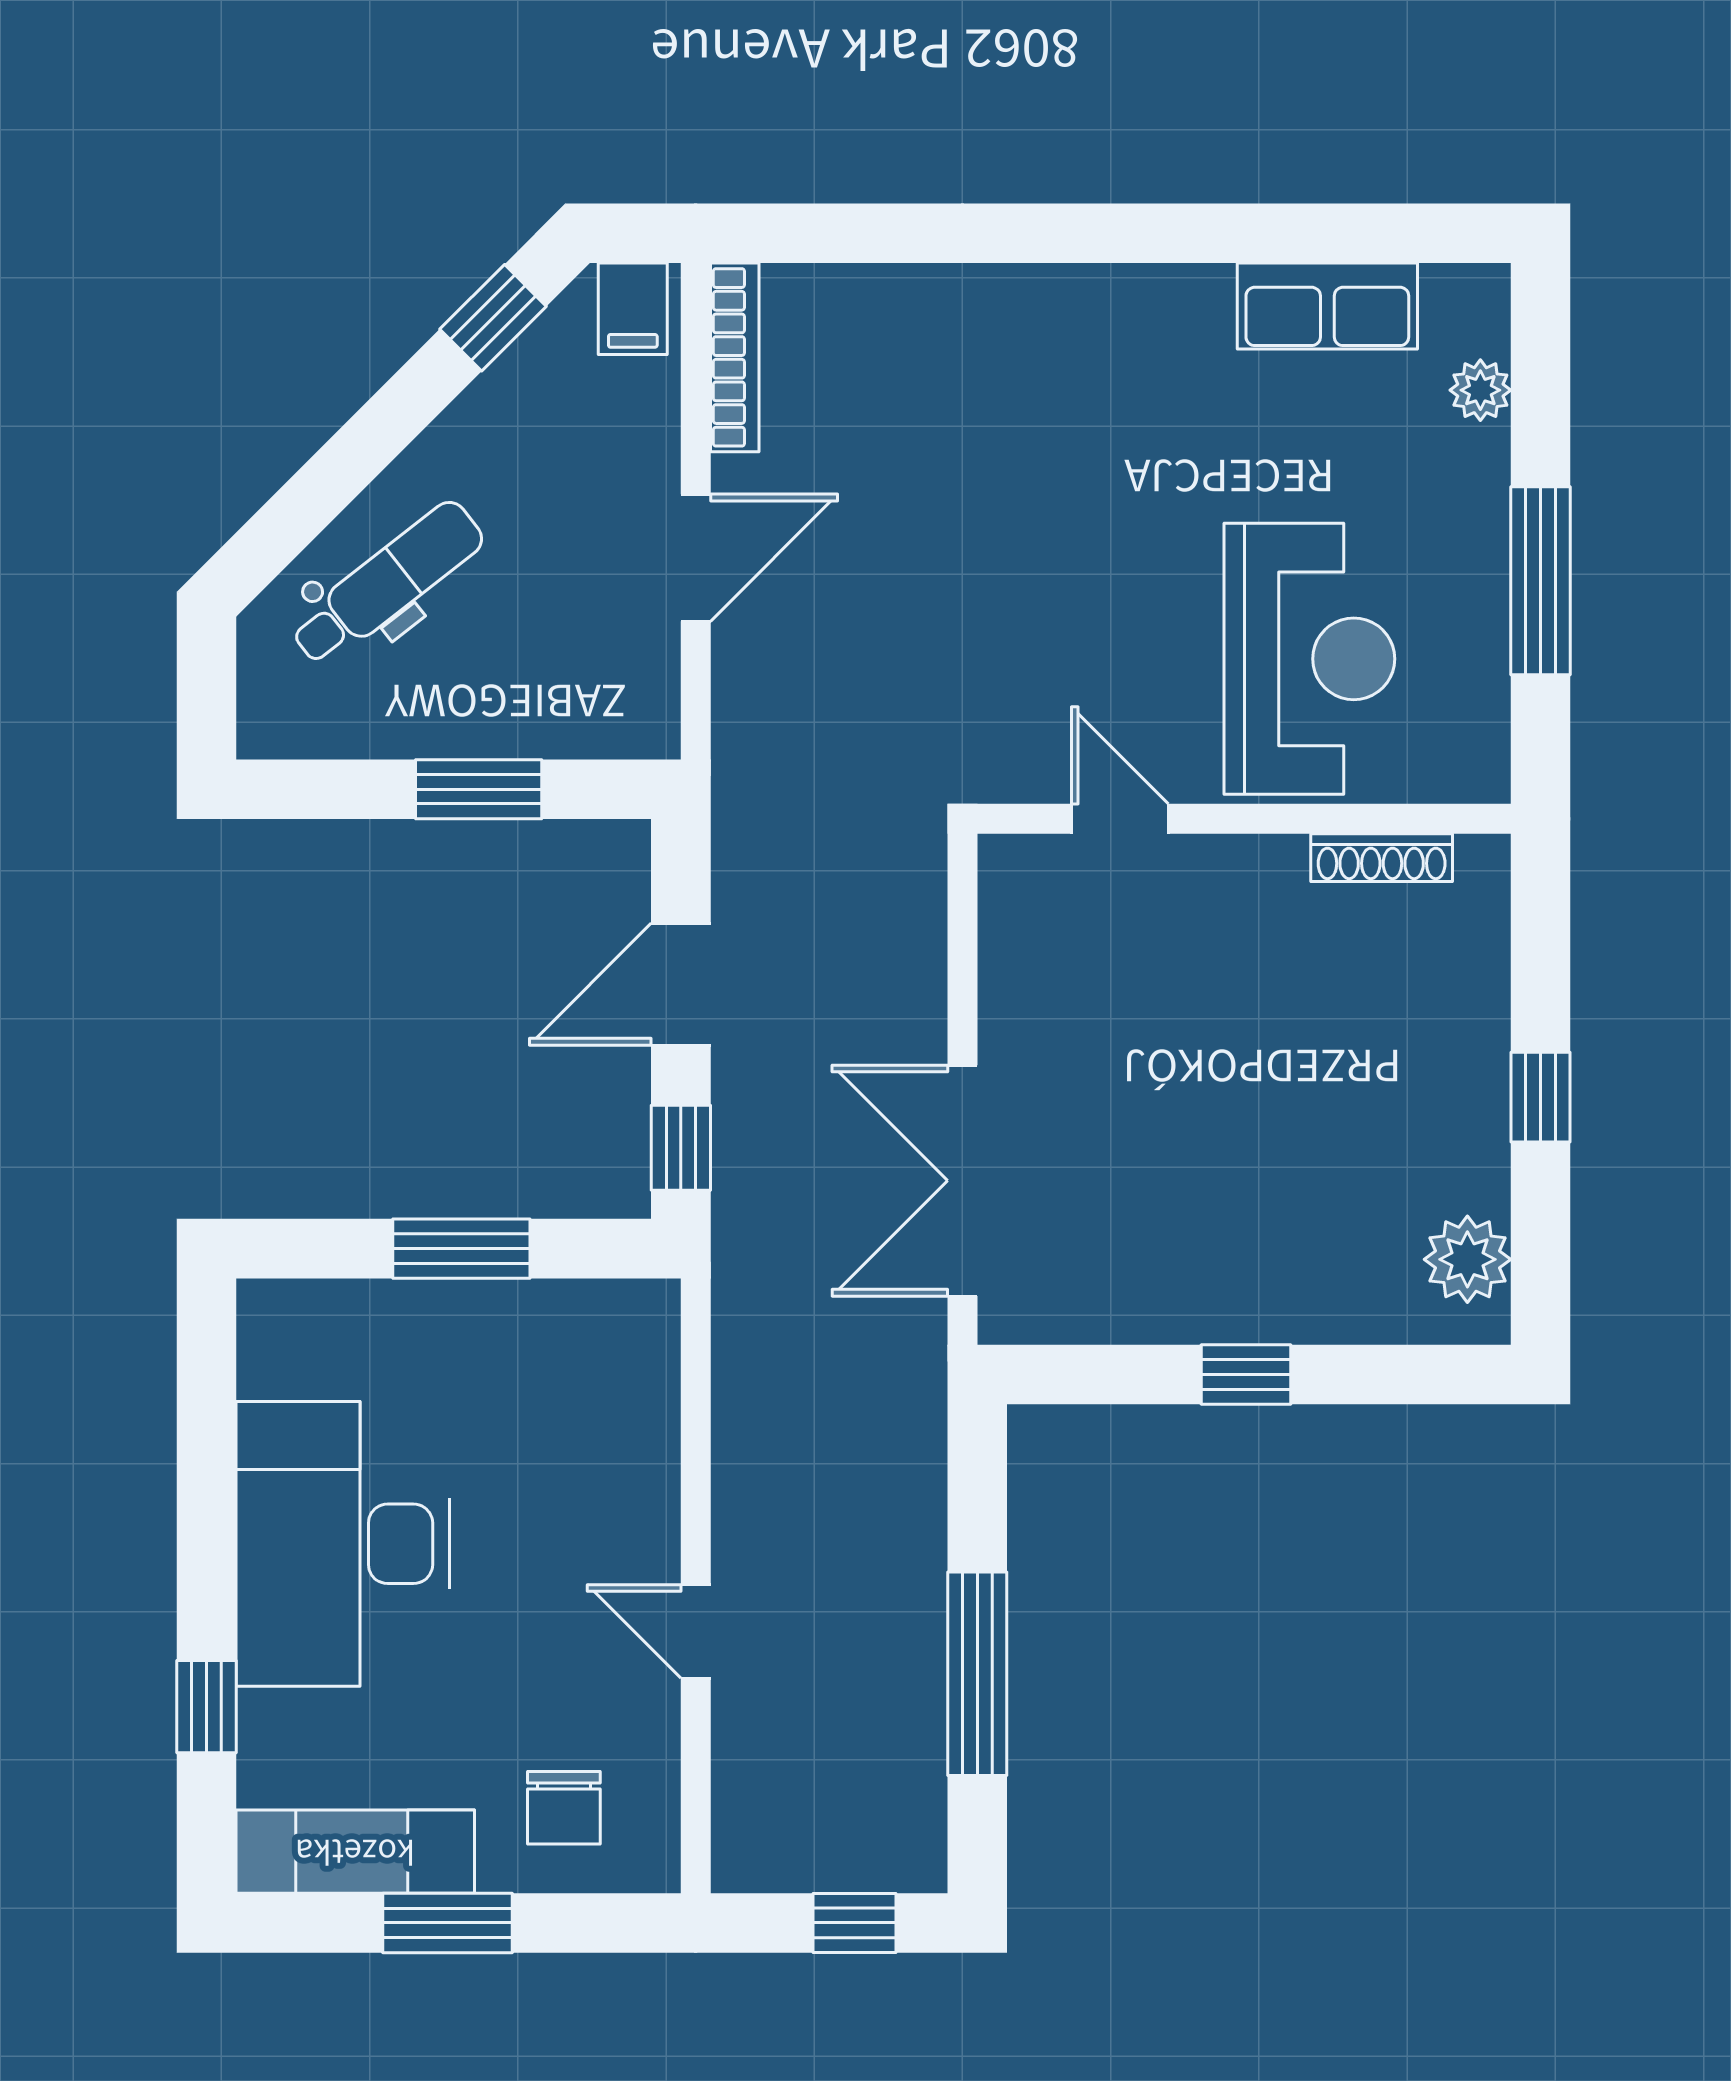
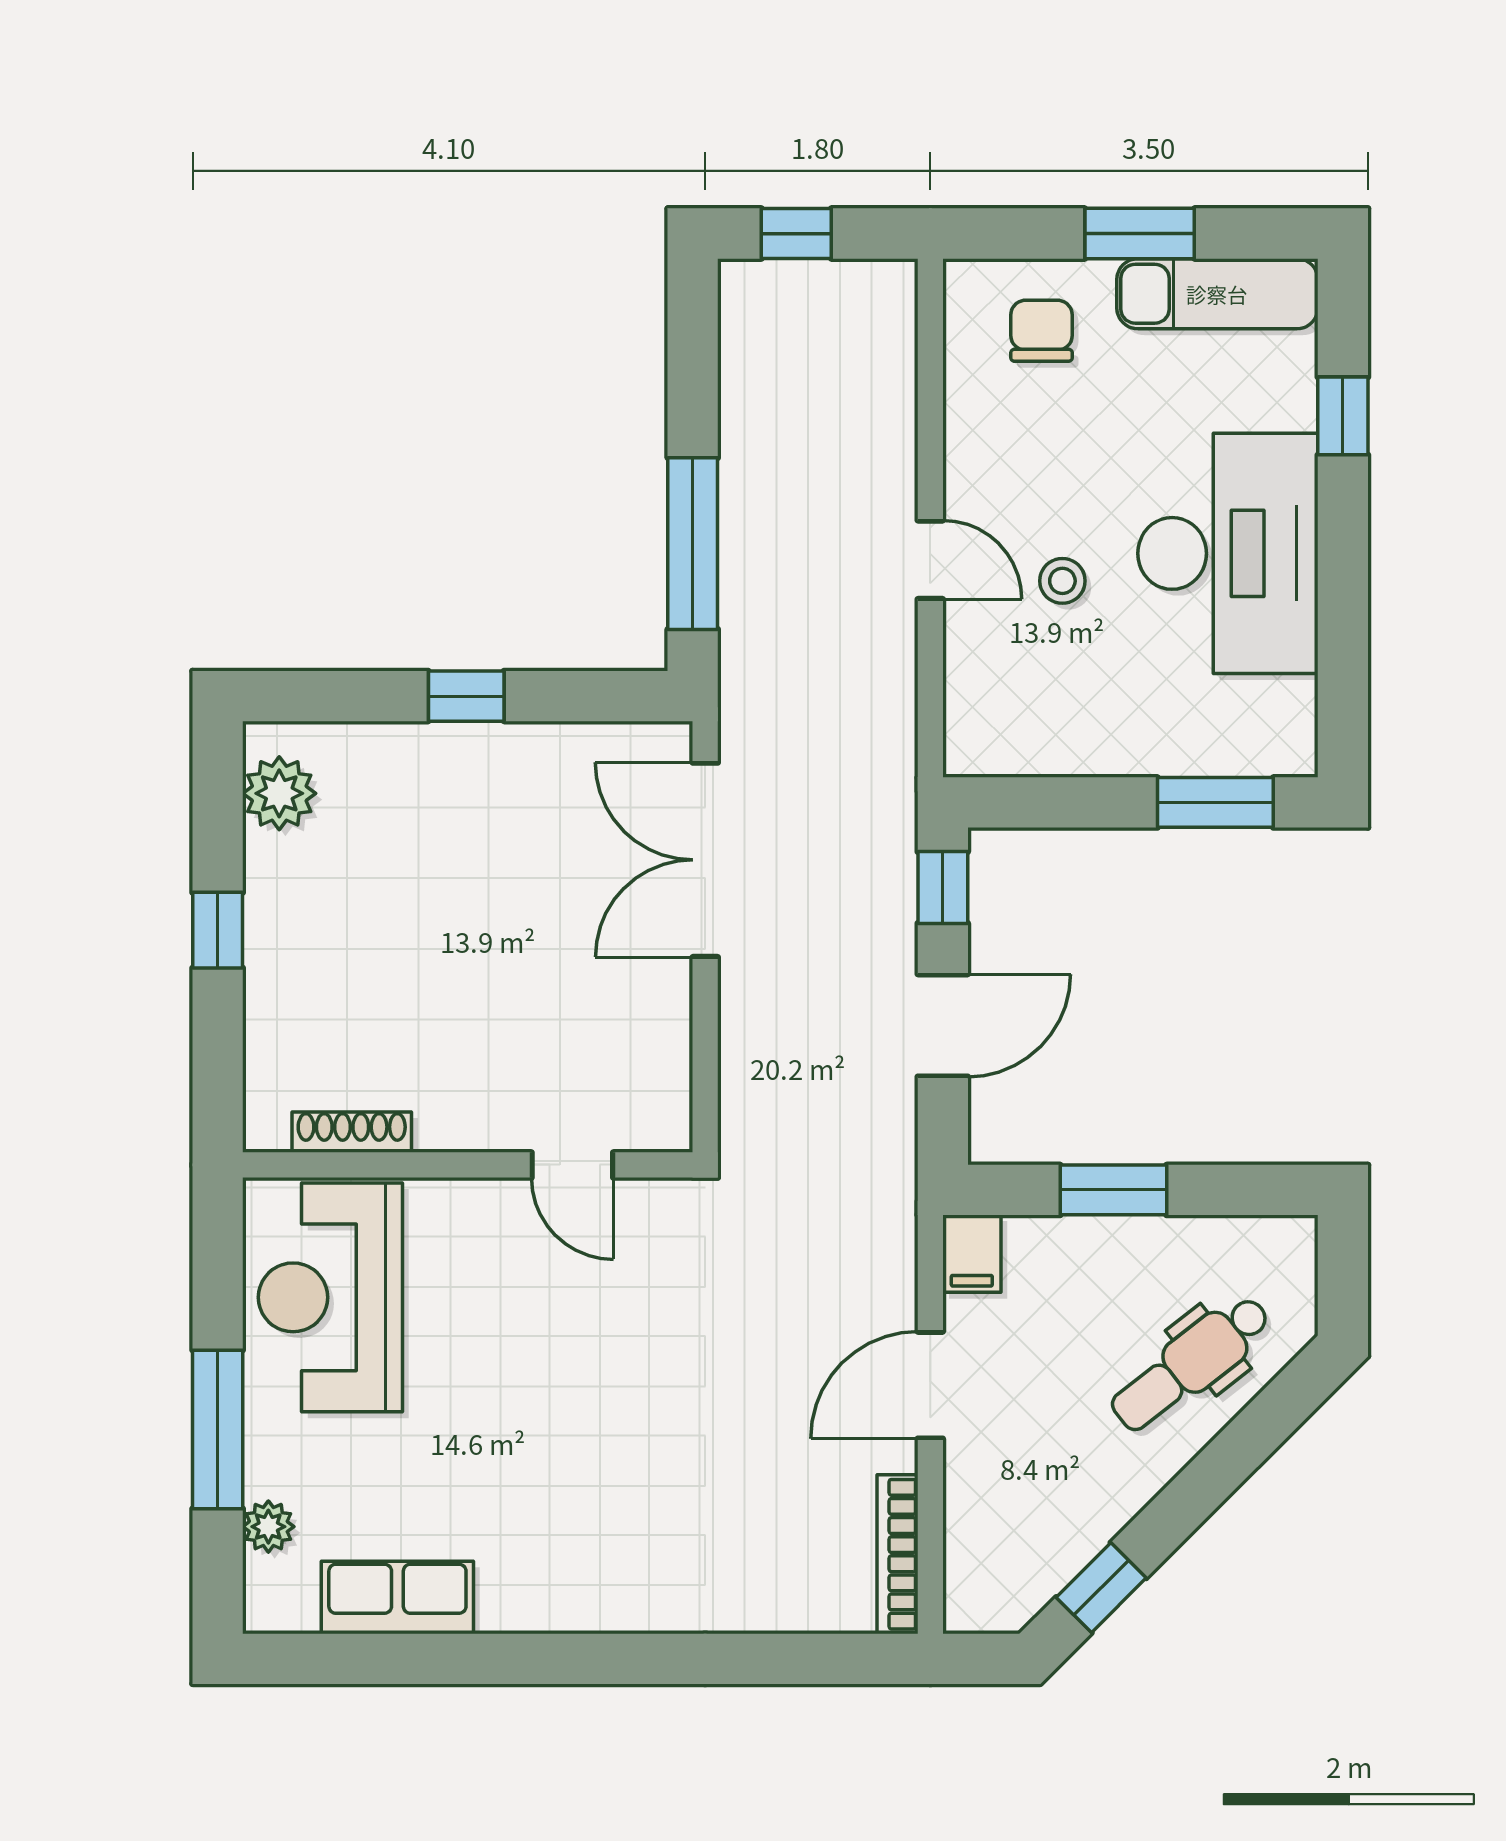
filing cabinet: (633, 309) -> (972, 1254), moved, turned 180
window: (1541, 581) -> (218, 1429), moved
reception desk: (1309, 659) -> (330, 1297), moved
double door: (962, 1181) -> (705, 860), swing flipped
window: (461, 1249) -> (1215, 802), moved
stool: (539, 1511) -> (1062, 581), added
door: (696, 1631) -> (930, 560), moved
window: (977, 1674) -> (693, 544), moved

